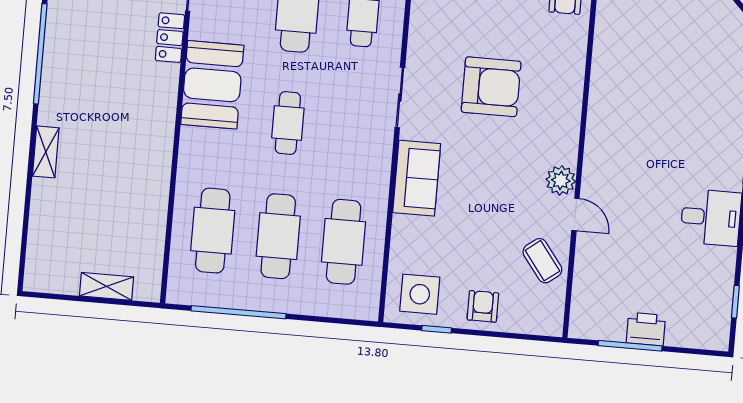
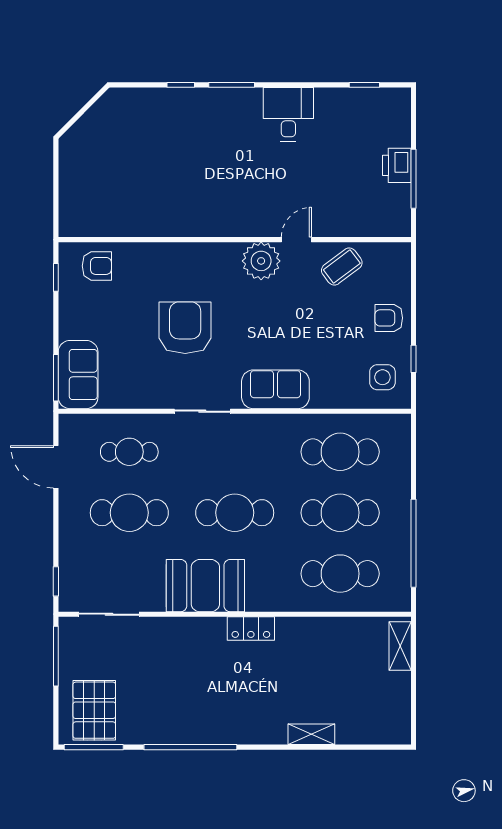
locker: (170, 38) -> (251, 629), moved
cafe table: (288, 123) -> (235, 513), width x1.37, depth x1.35
shelving: (46, 152) -> (311, 734), moved
plant: (561, 180) -> (261, 261), width x1.36, depth x1.36
shelving: (106, 286) -> (400, 646), moved
side table: (420, 294) -> (382, 377), width x0.73, depth x0.73

